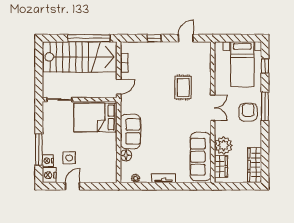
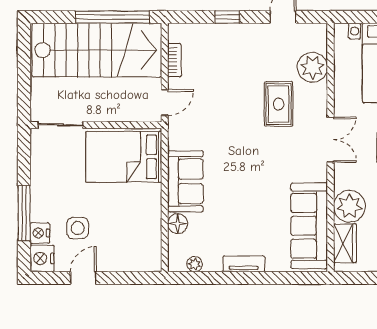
plant: (202, 67) -> (312, 67), added

